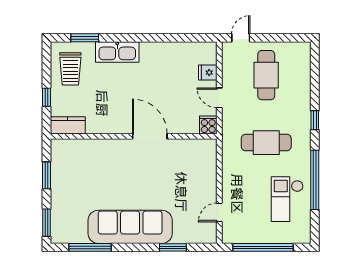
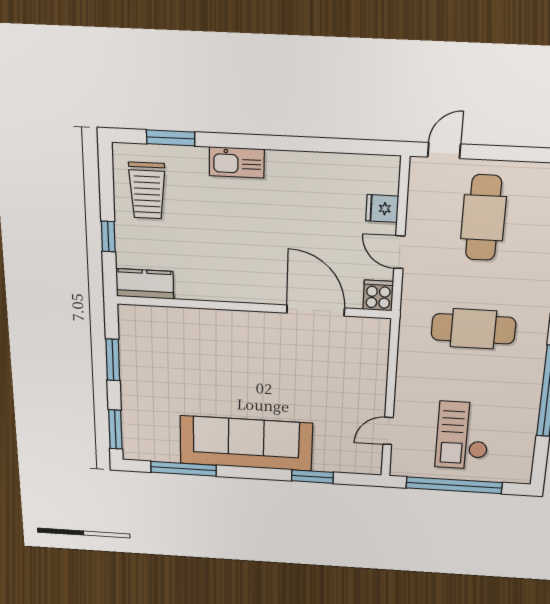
kitchen sink: (117, 52) -> (237, 162), width x0.73, depth x0.81
door: (150, 136) -> (316, 311), moved
checkout: (287, 199) -> (463, 436), moved

